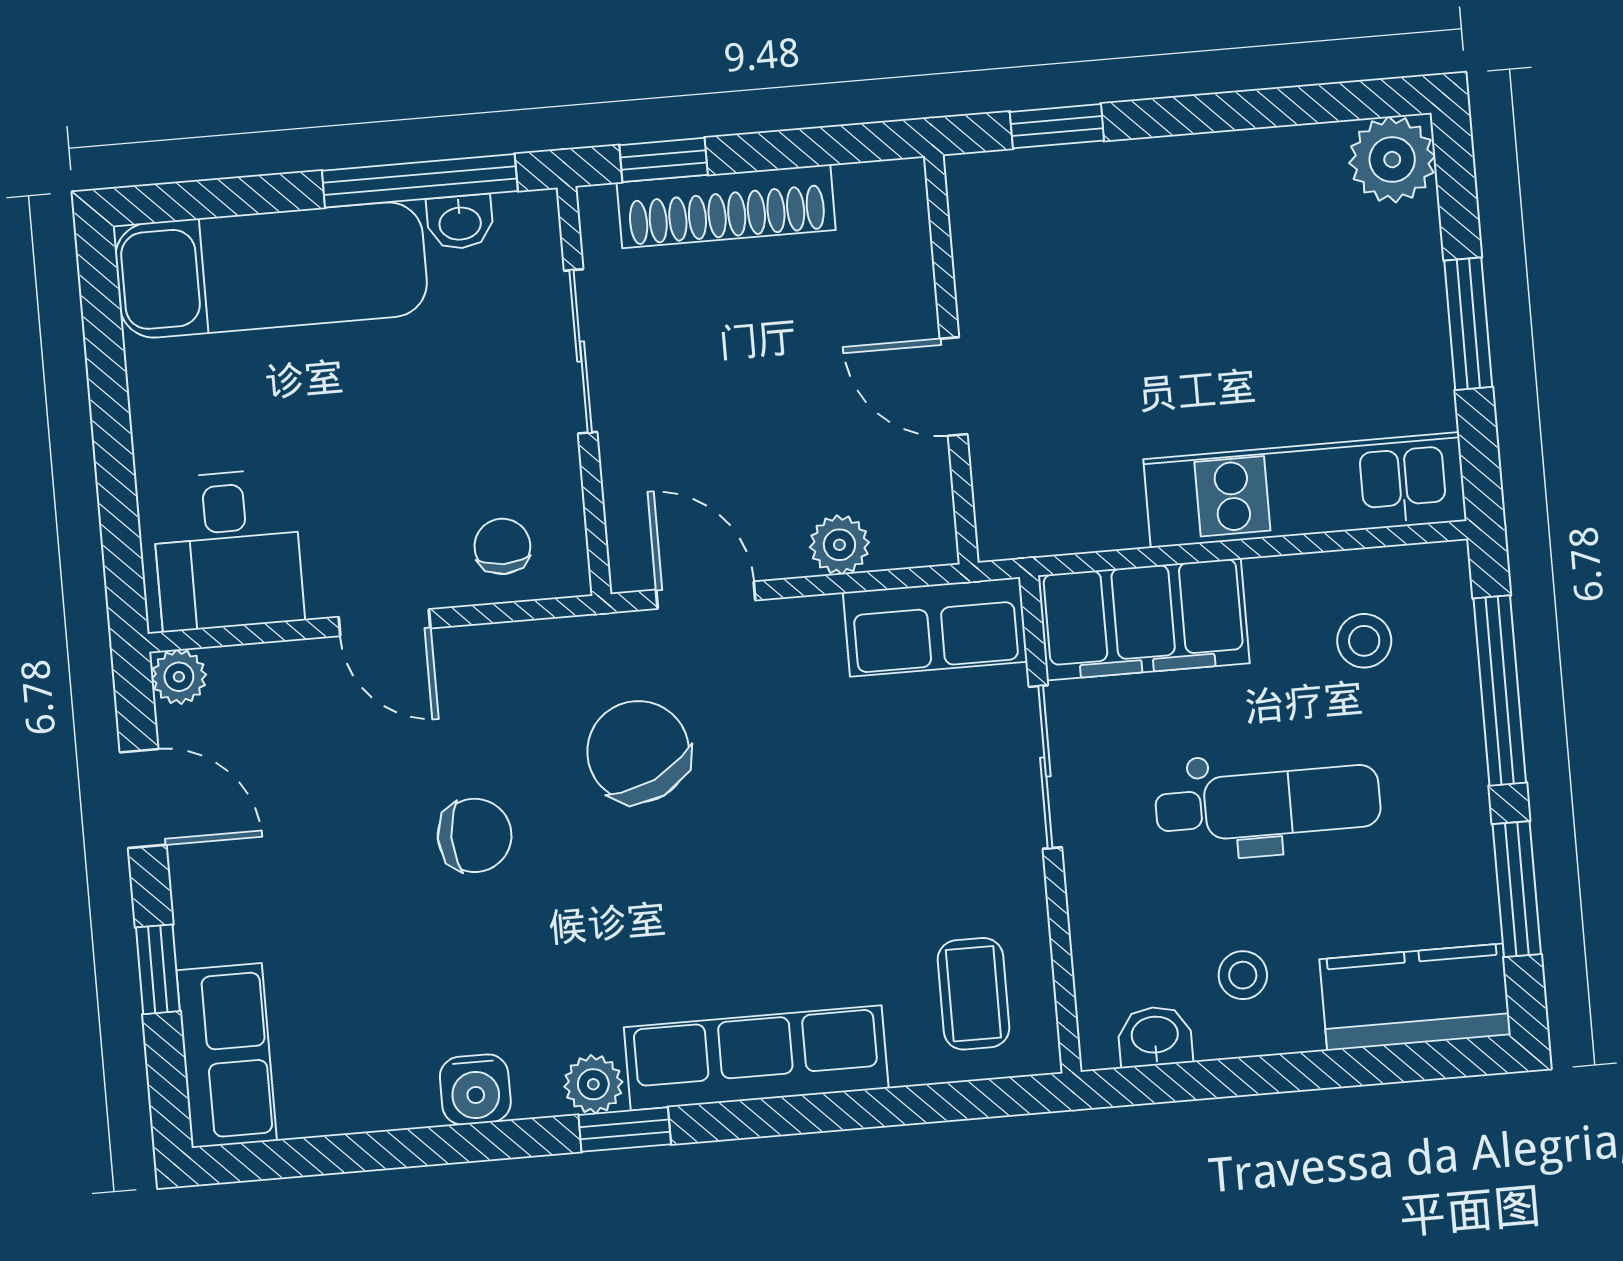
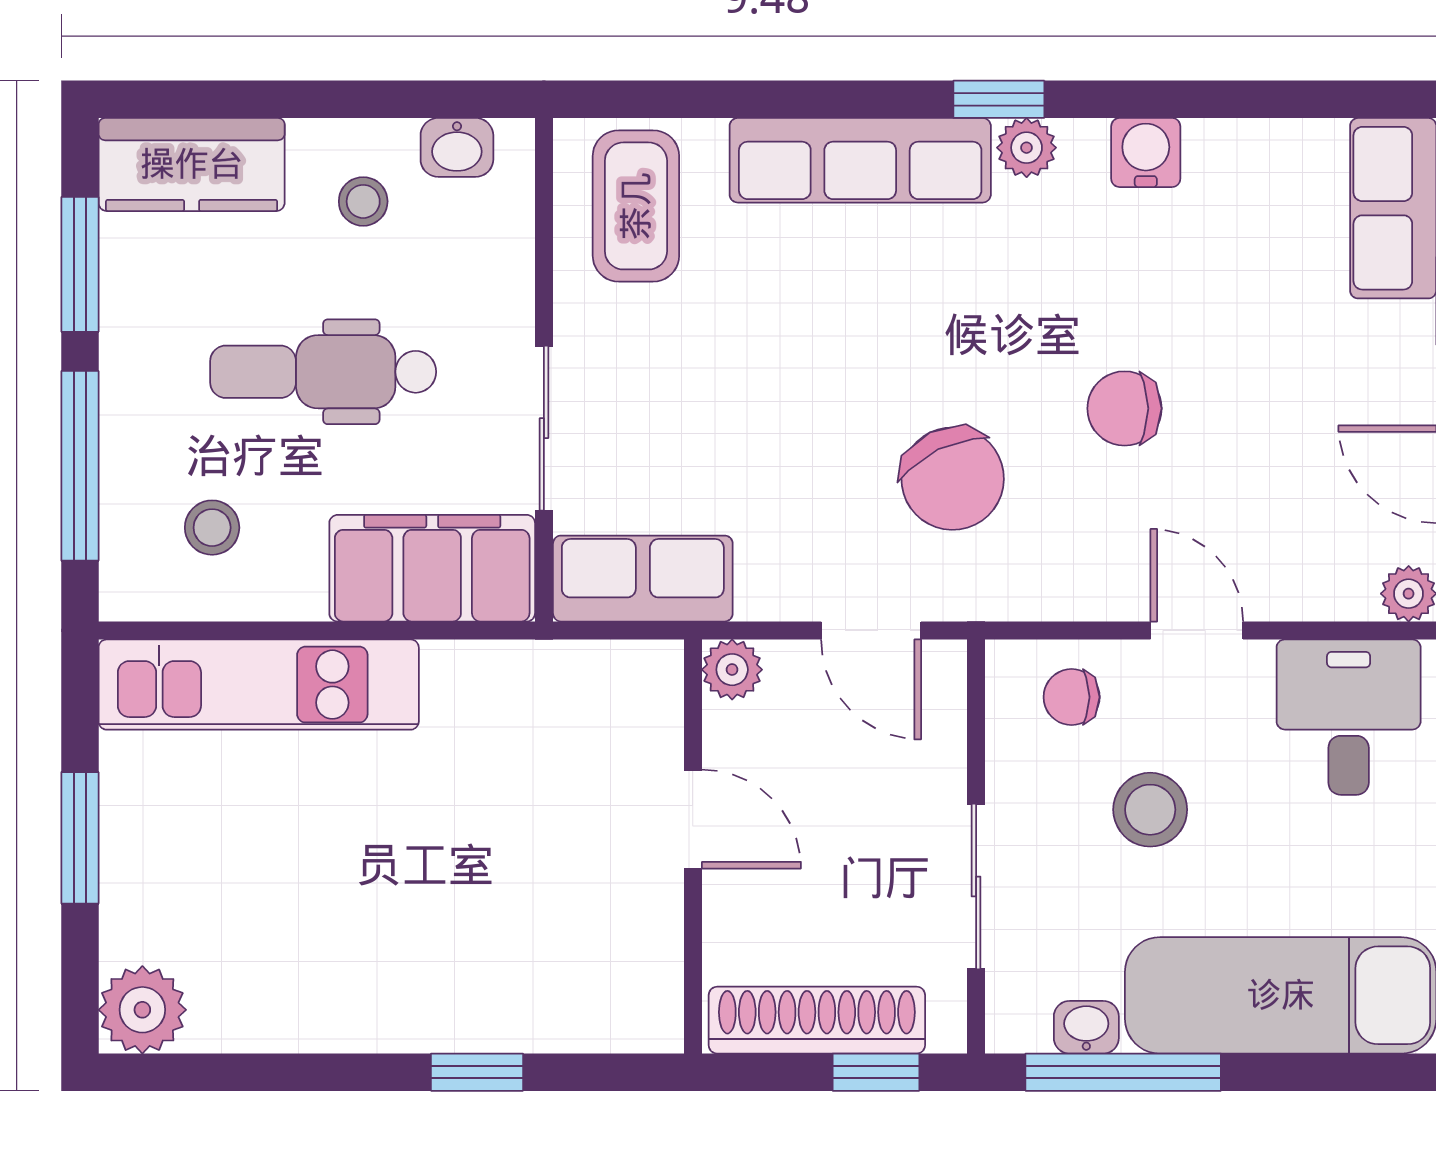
wall: (951, 359) -> (693, 846), moved
door: (954, 386) -> (693, 819), moved
stool: (415, 442) -> (1150, 810), added
chair: (502, 546) -> (1072, 697), turned 90
coffee table: (973, 994) -> (636, 206), width x1.36, depth x1.30

